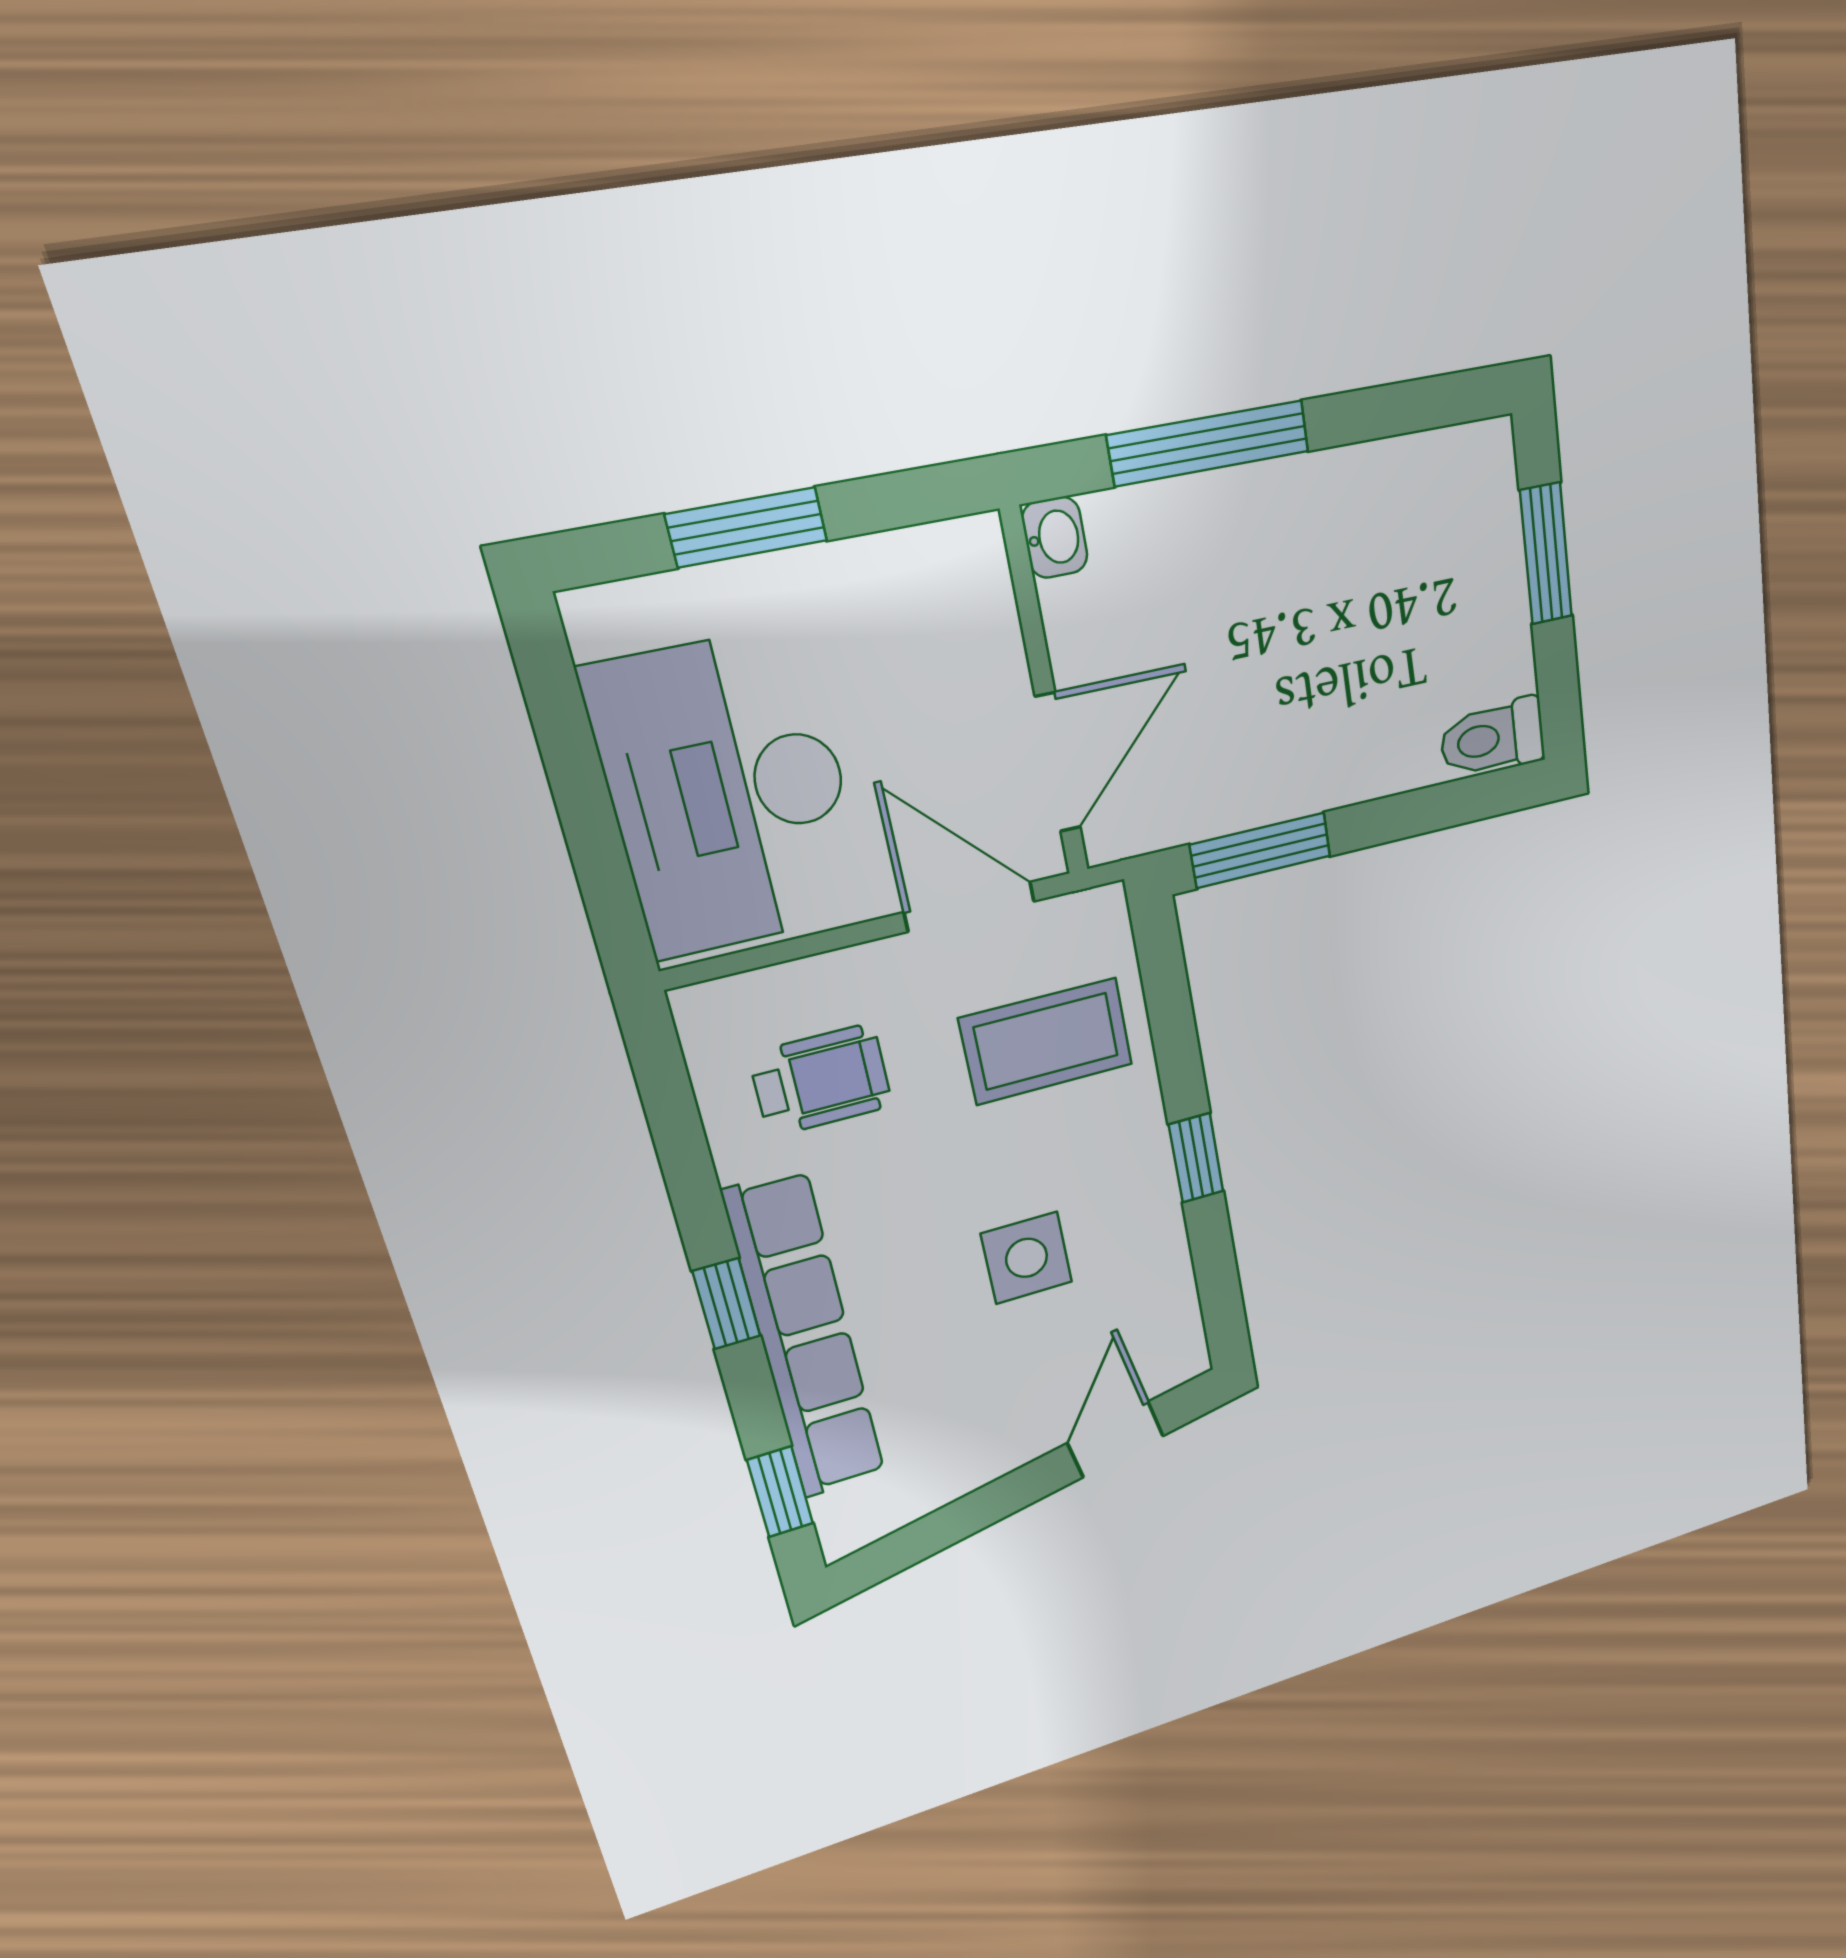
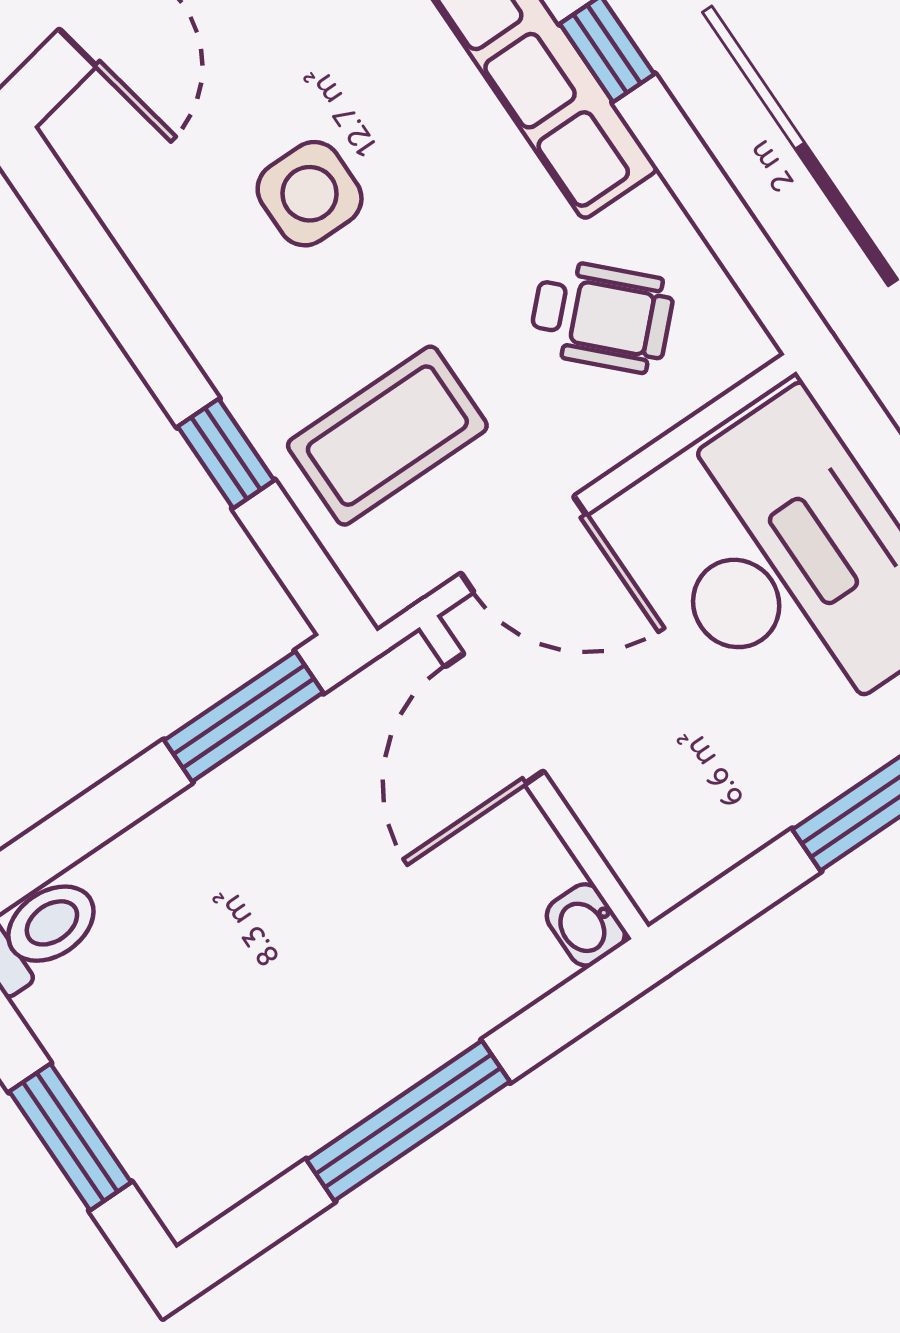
window: (1209, 443) -> (408, 1121), moved
wheelchair: (821, 1080) -> (602, 316), turned -135
window: (1196, 1158) -> (226, 454), moved

